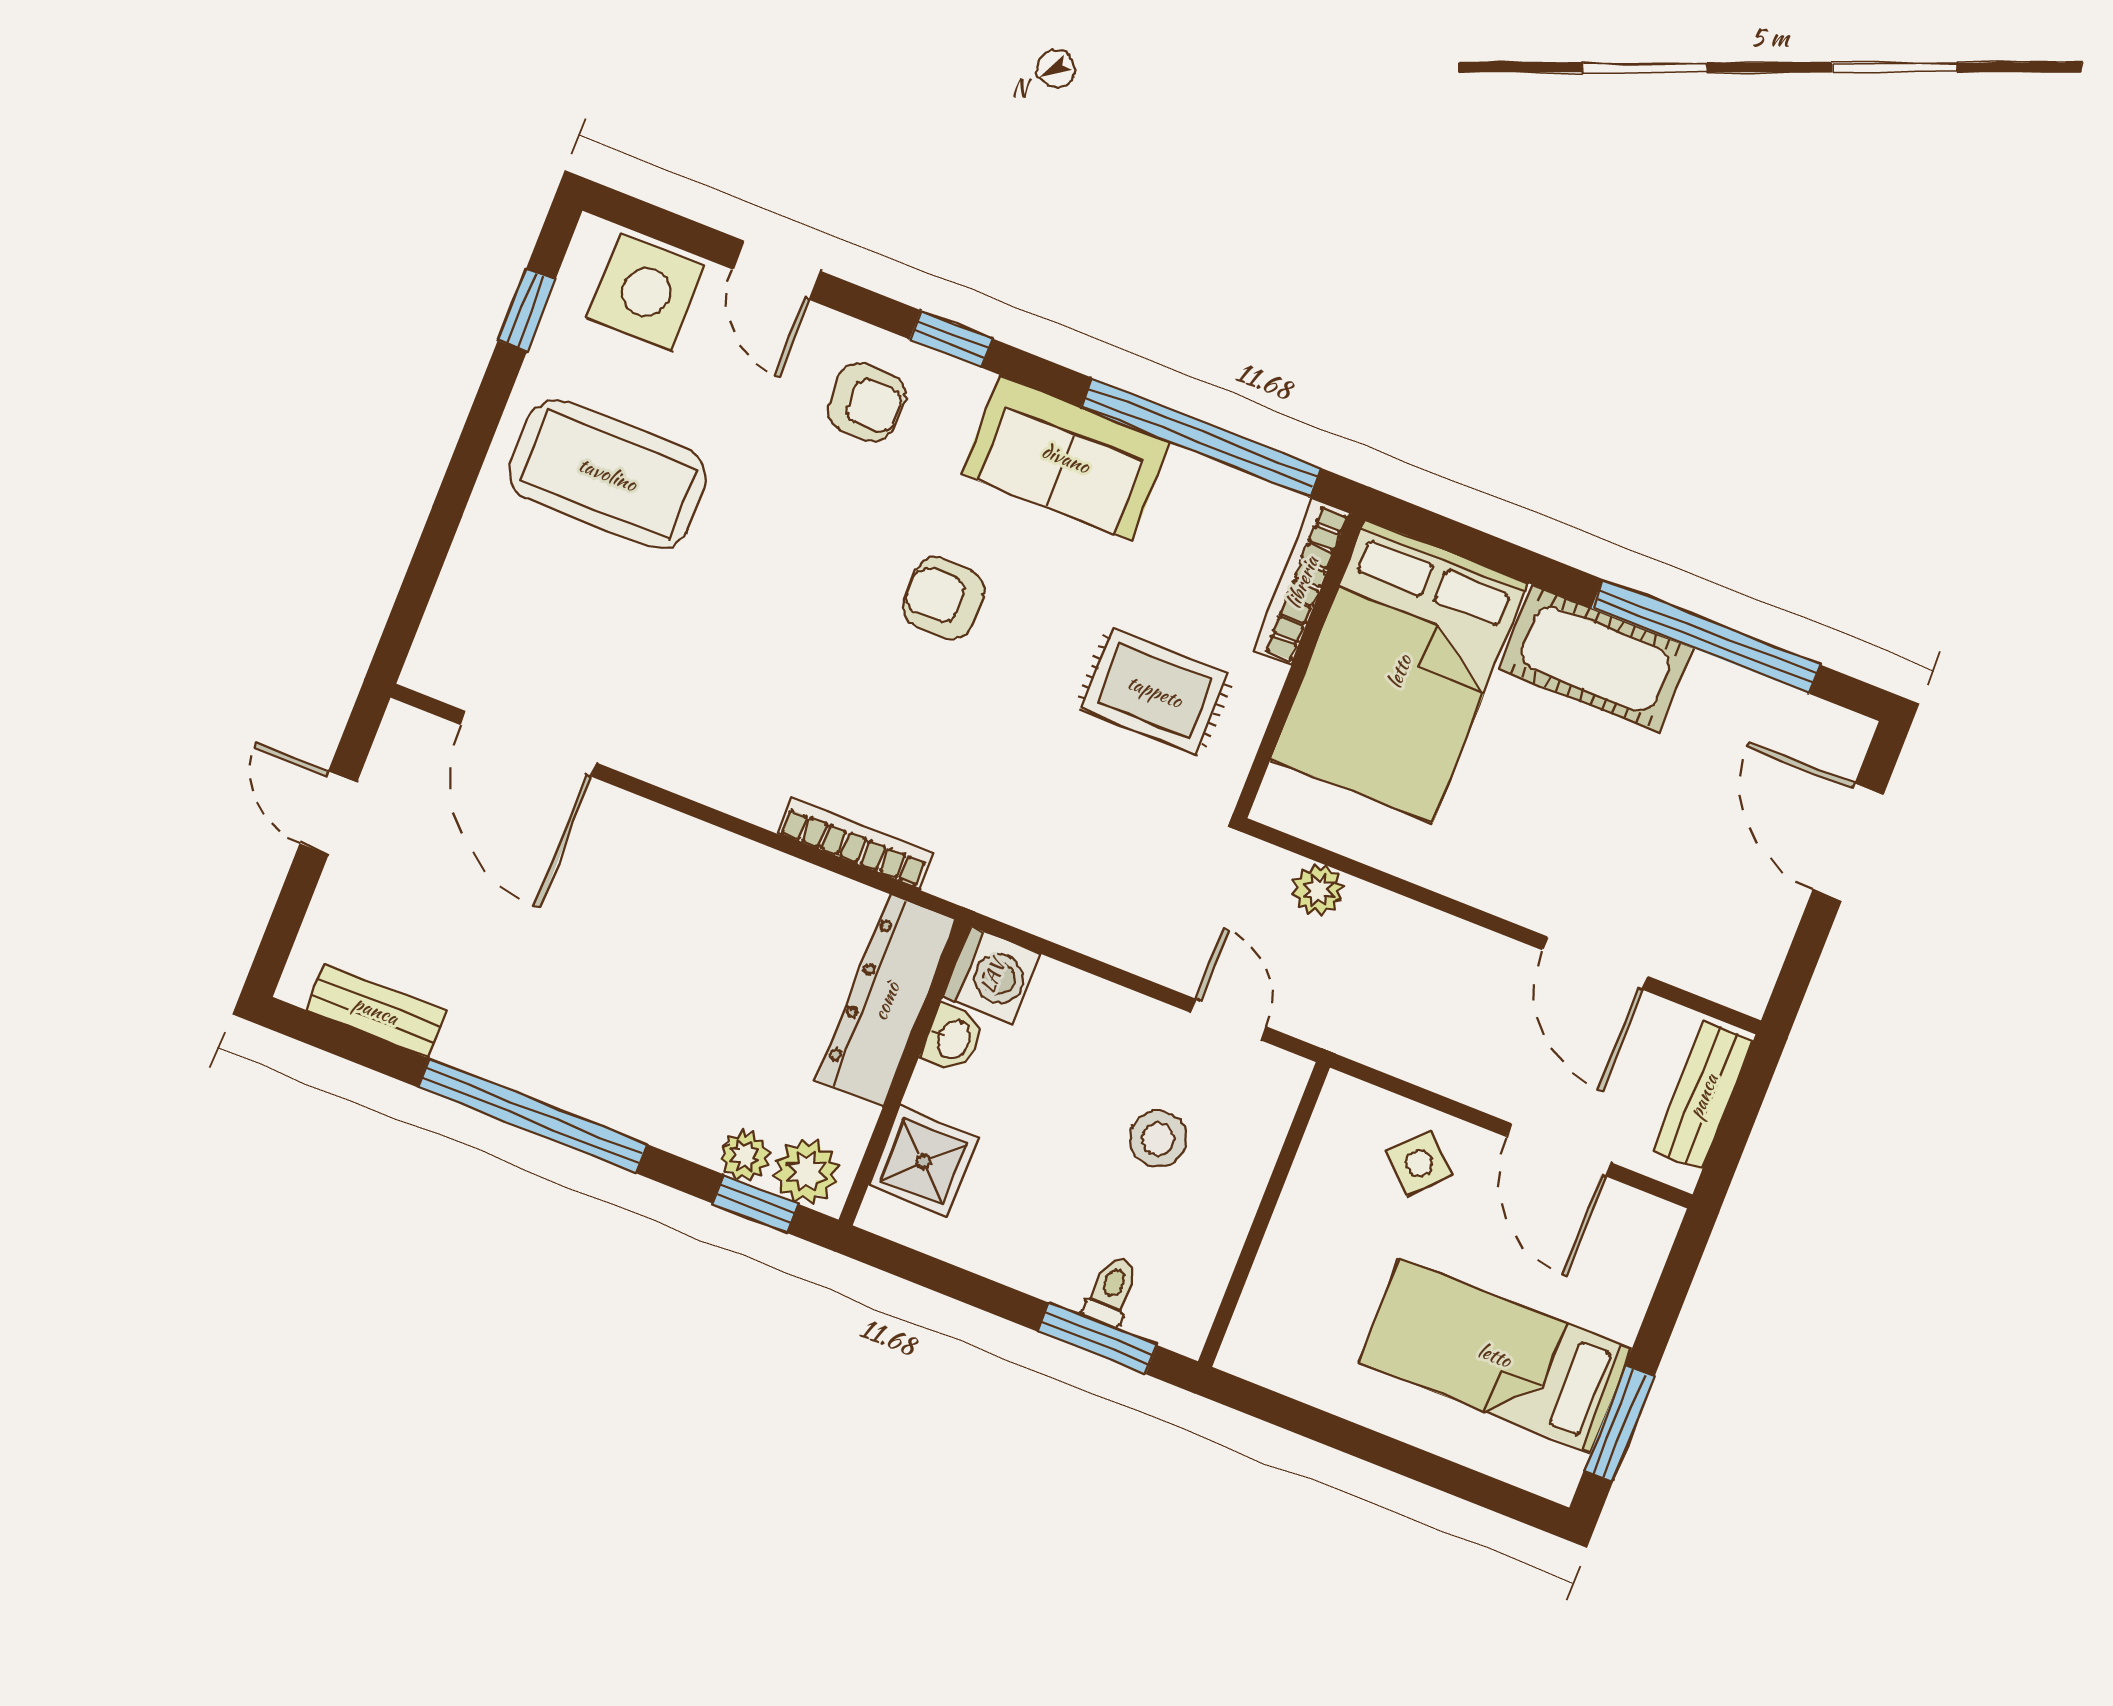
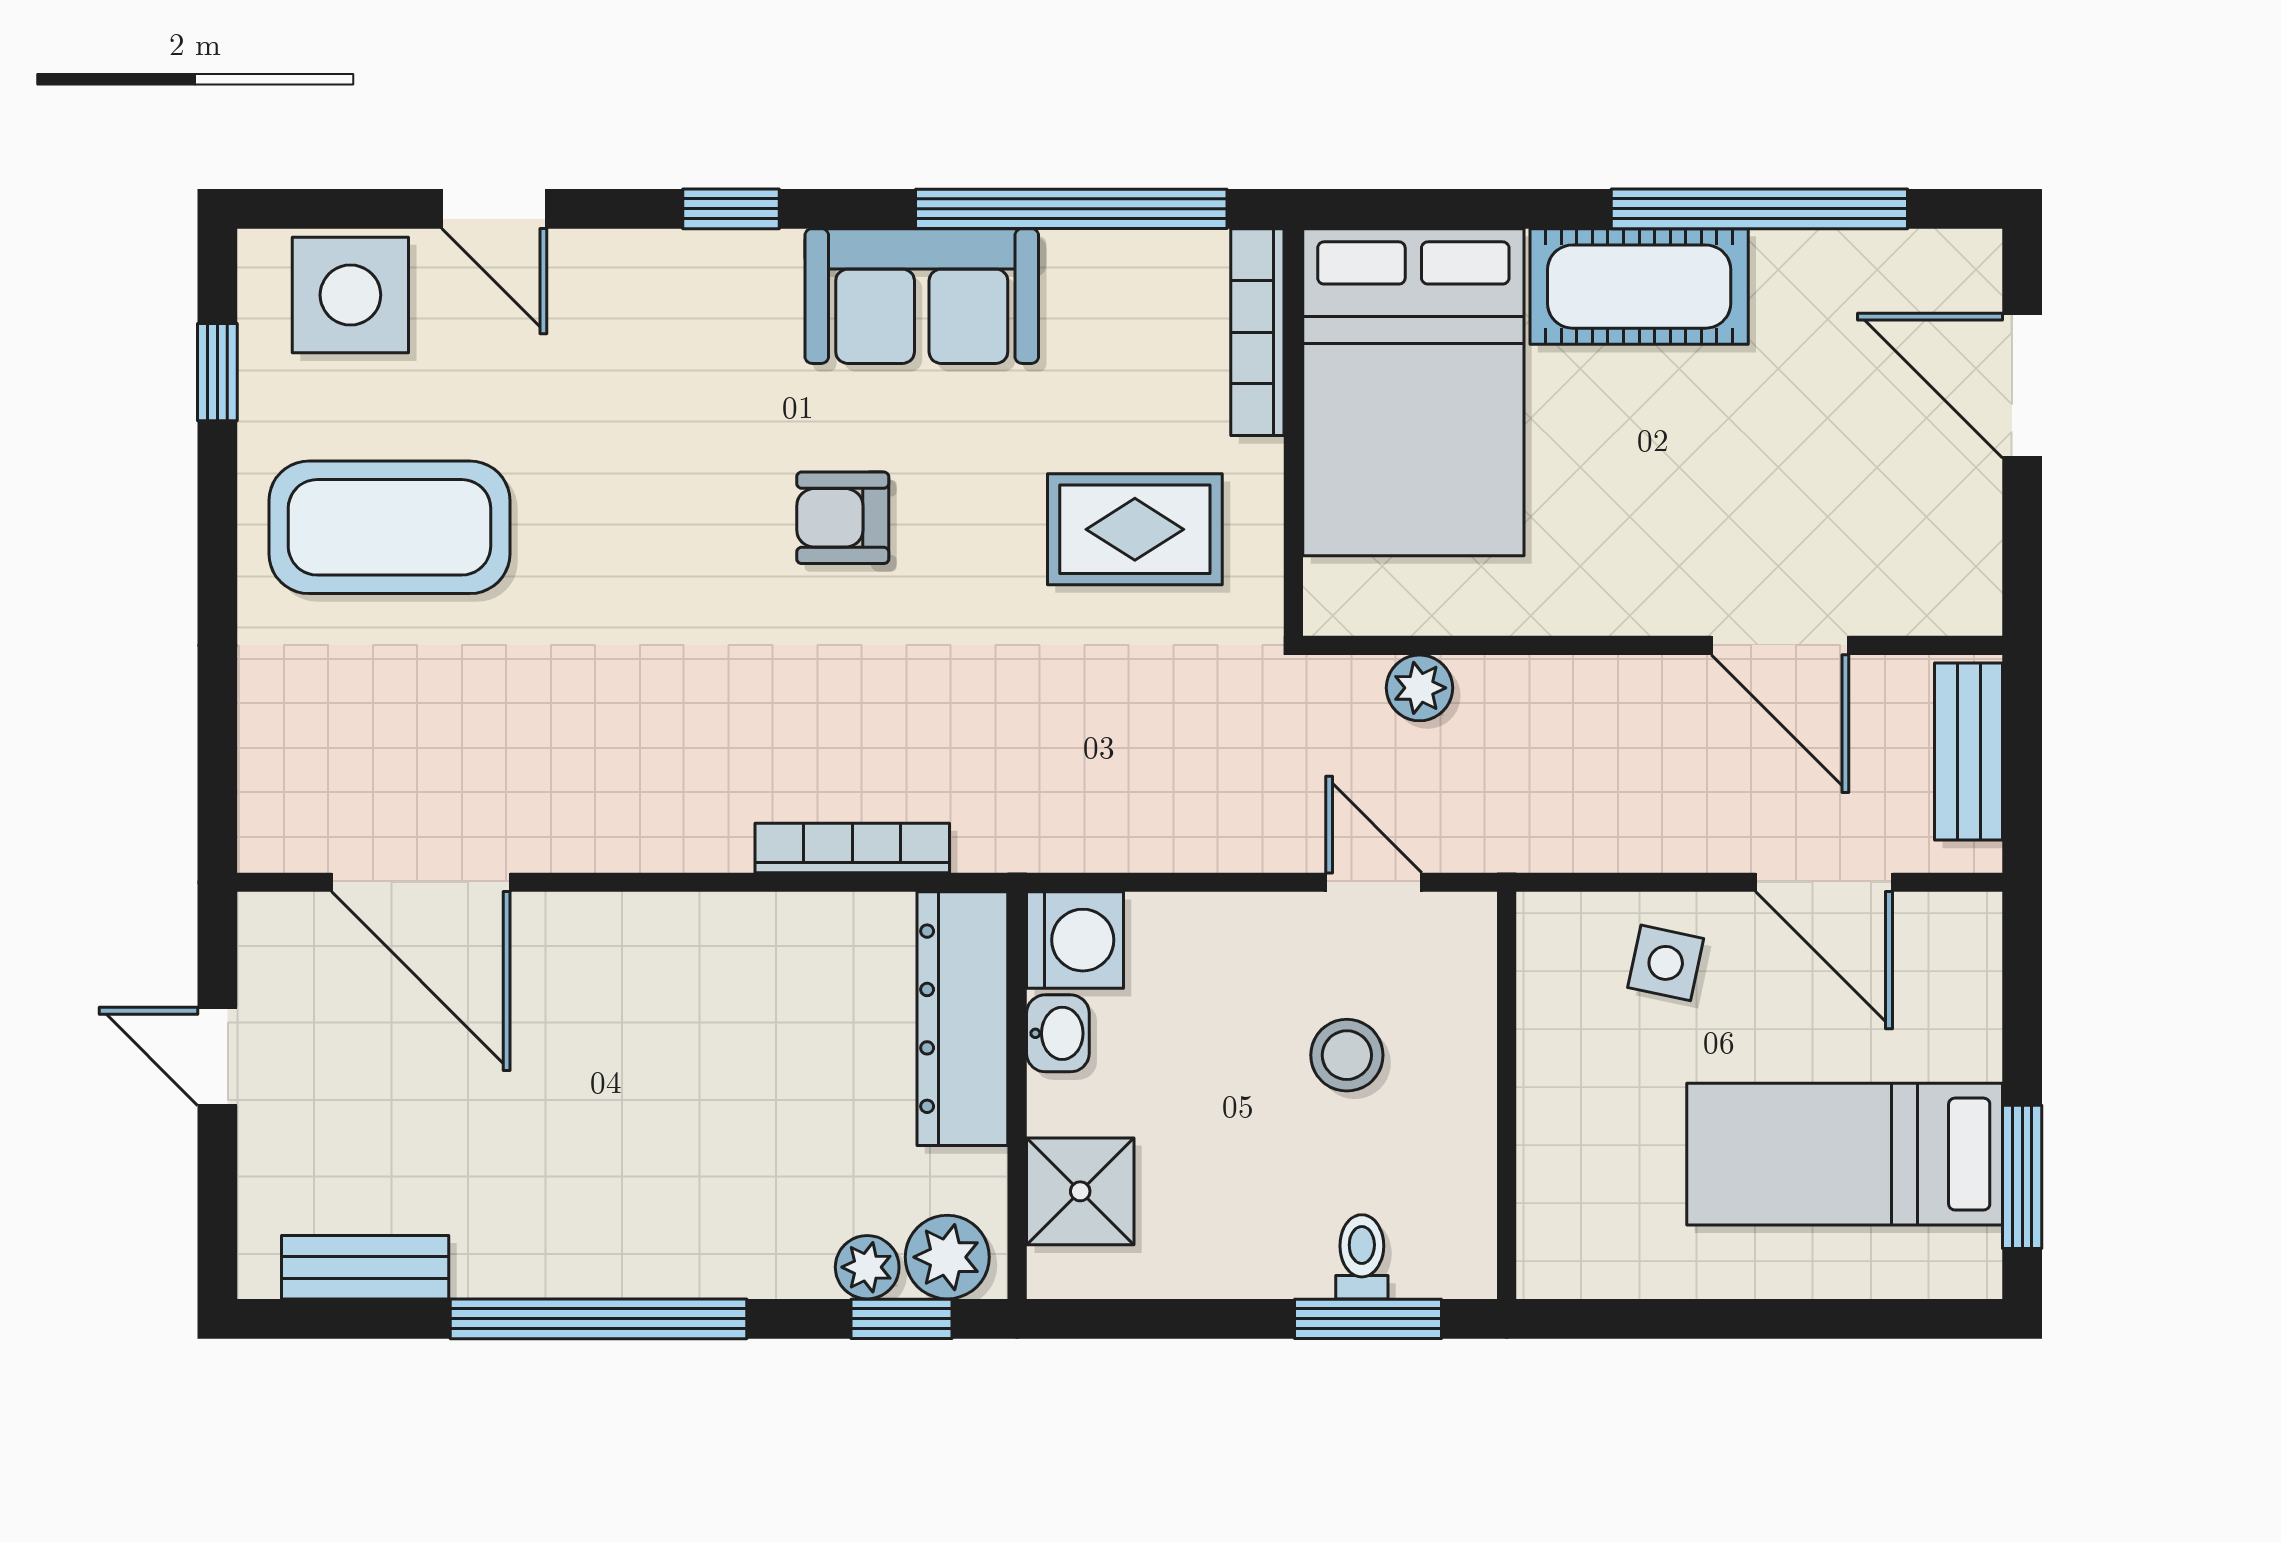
armchair: (866, 403) -> (661, 323), removed
side table: (1419, 1163) -> (1666, 963), turned -32

